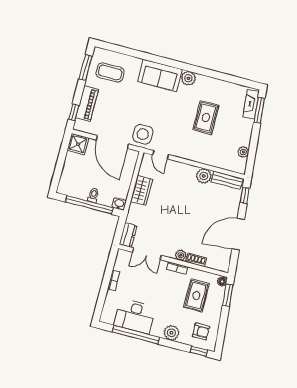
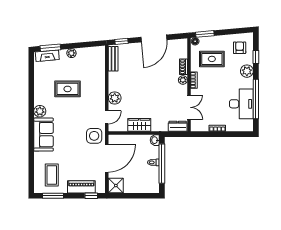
plant: (243, 152) -> (71, 53), moved
plant: (204, 176) -> (115, 98), moved
door: (238, 234) -> (154, 38), hinge flipped
window: (199, 351) -> (256, 57), moved

